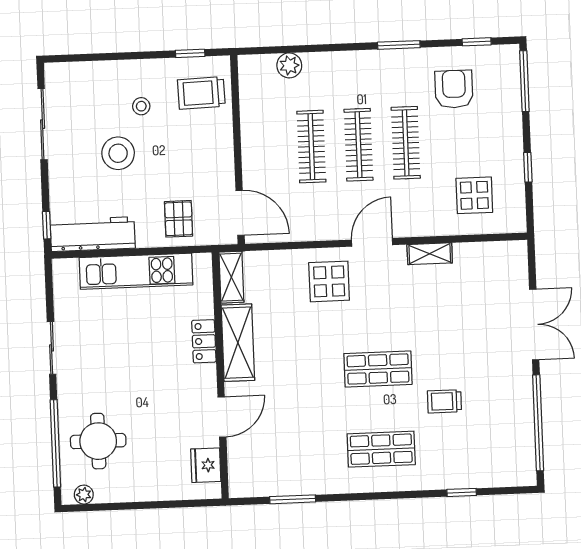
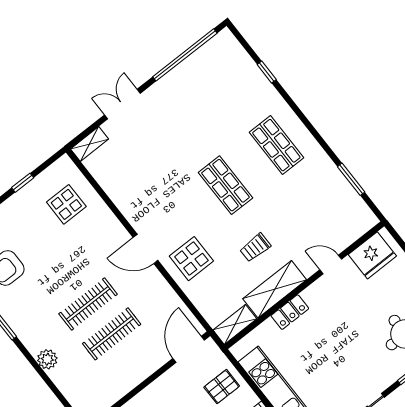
plant: (289, 65) -> (47, 359), moved
clothes rail: (406, 143) -> (65, 274), removed
shelving: (430, 254) -> (90, 144), moved, turned 90
double door: (534, 324) -> (122, 104), width x0.73
trolley: (444, 401) -> (255, 248), moved, turned 90
door: (222, 417) -> (331, 264), width x0.73
fridge: (206, 465) -> (372, 255), width x1.36, depth x1.34

